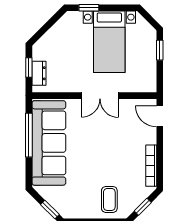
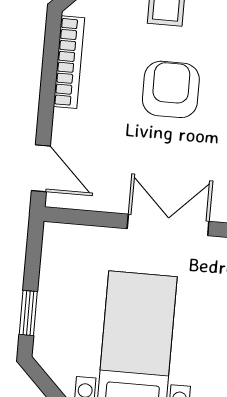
armchair: (104, 157) -> (171, 89), added

